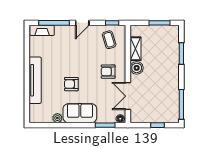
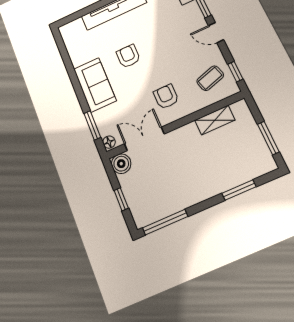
boiler: (137, 68) -> (121, 164), moved
plant: (57, 118) -> (77, 59), removed

